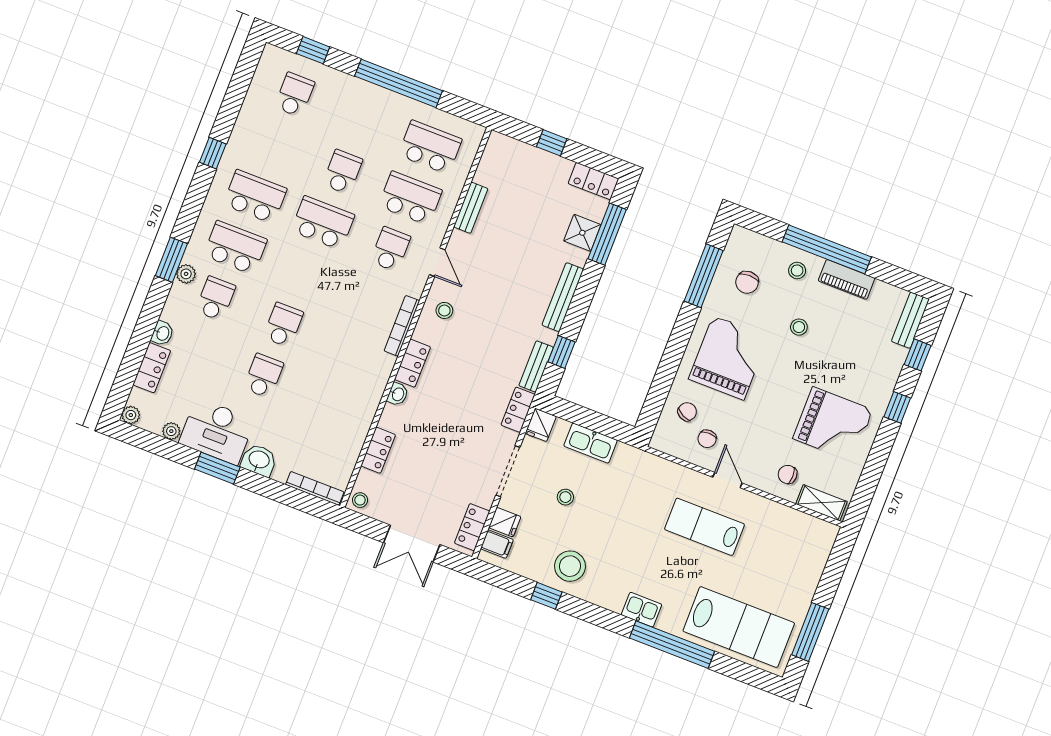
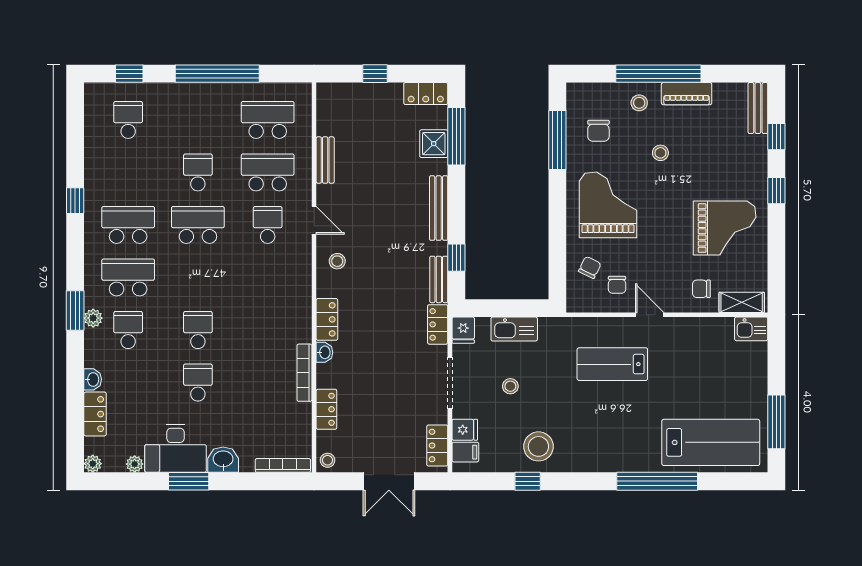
bookcase: (402, 326) -> (304, 373), moved
lab bench: (704, 527) -> (612, 364), moved
kitchen sink: (642, 610) -> (751, 329), moved, turned 180

